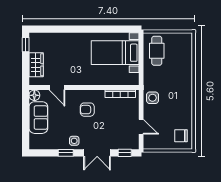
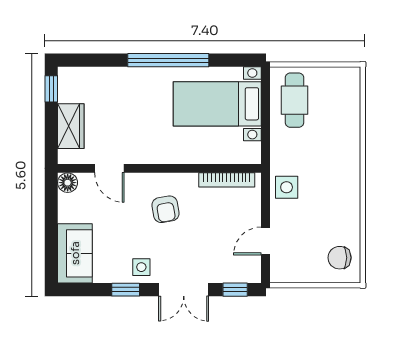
window: (89, 29) -> (168, 60), added
armchair: (87, 110) -> (166, 209), turned -100
sofa: (38, 118) -> (75, 253), moved
door: (141, 127) -> (265, 241), swing flipped

